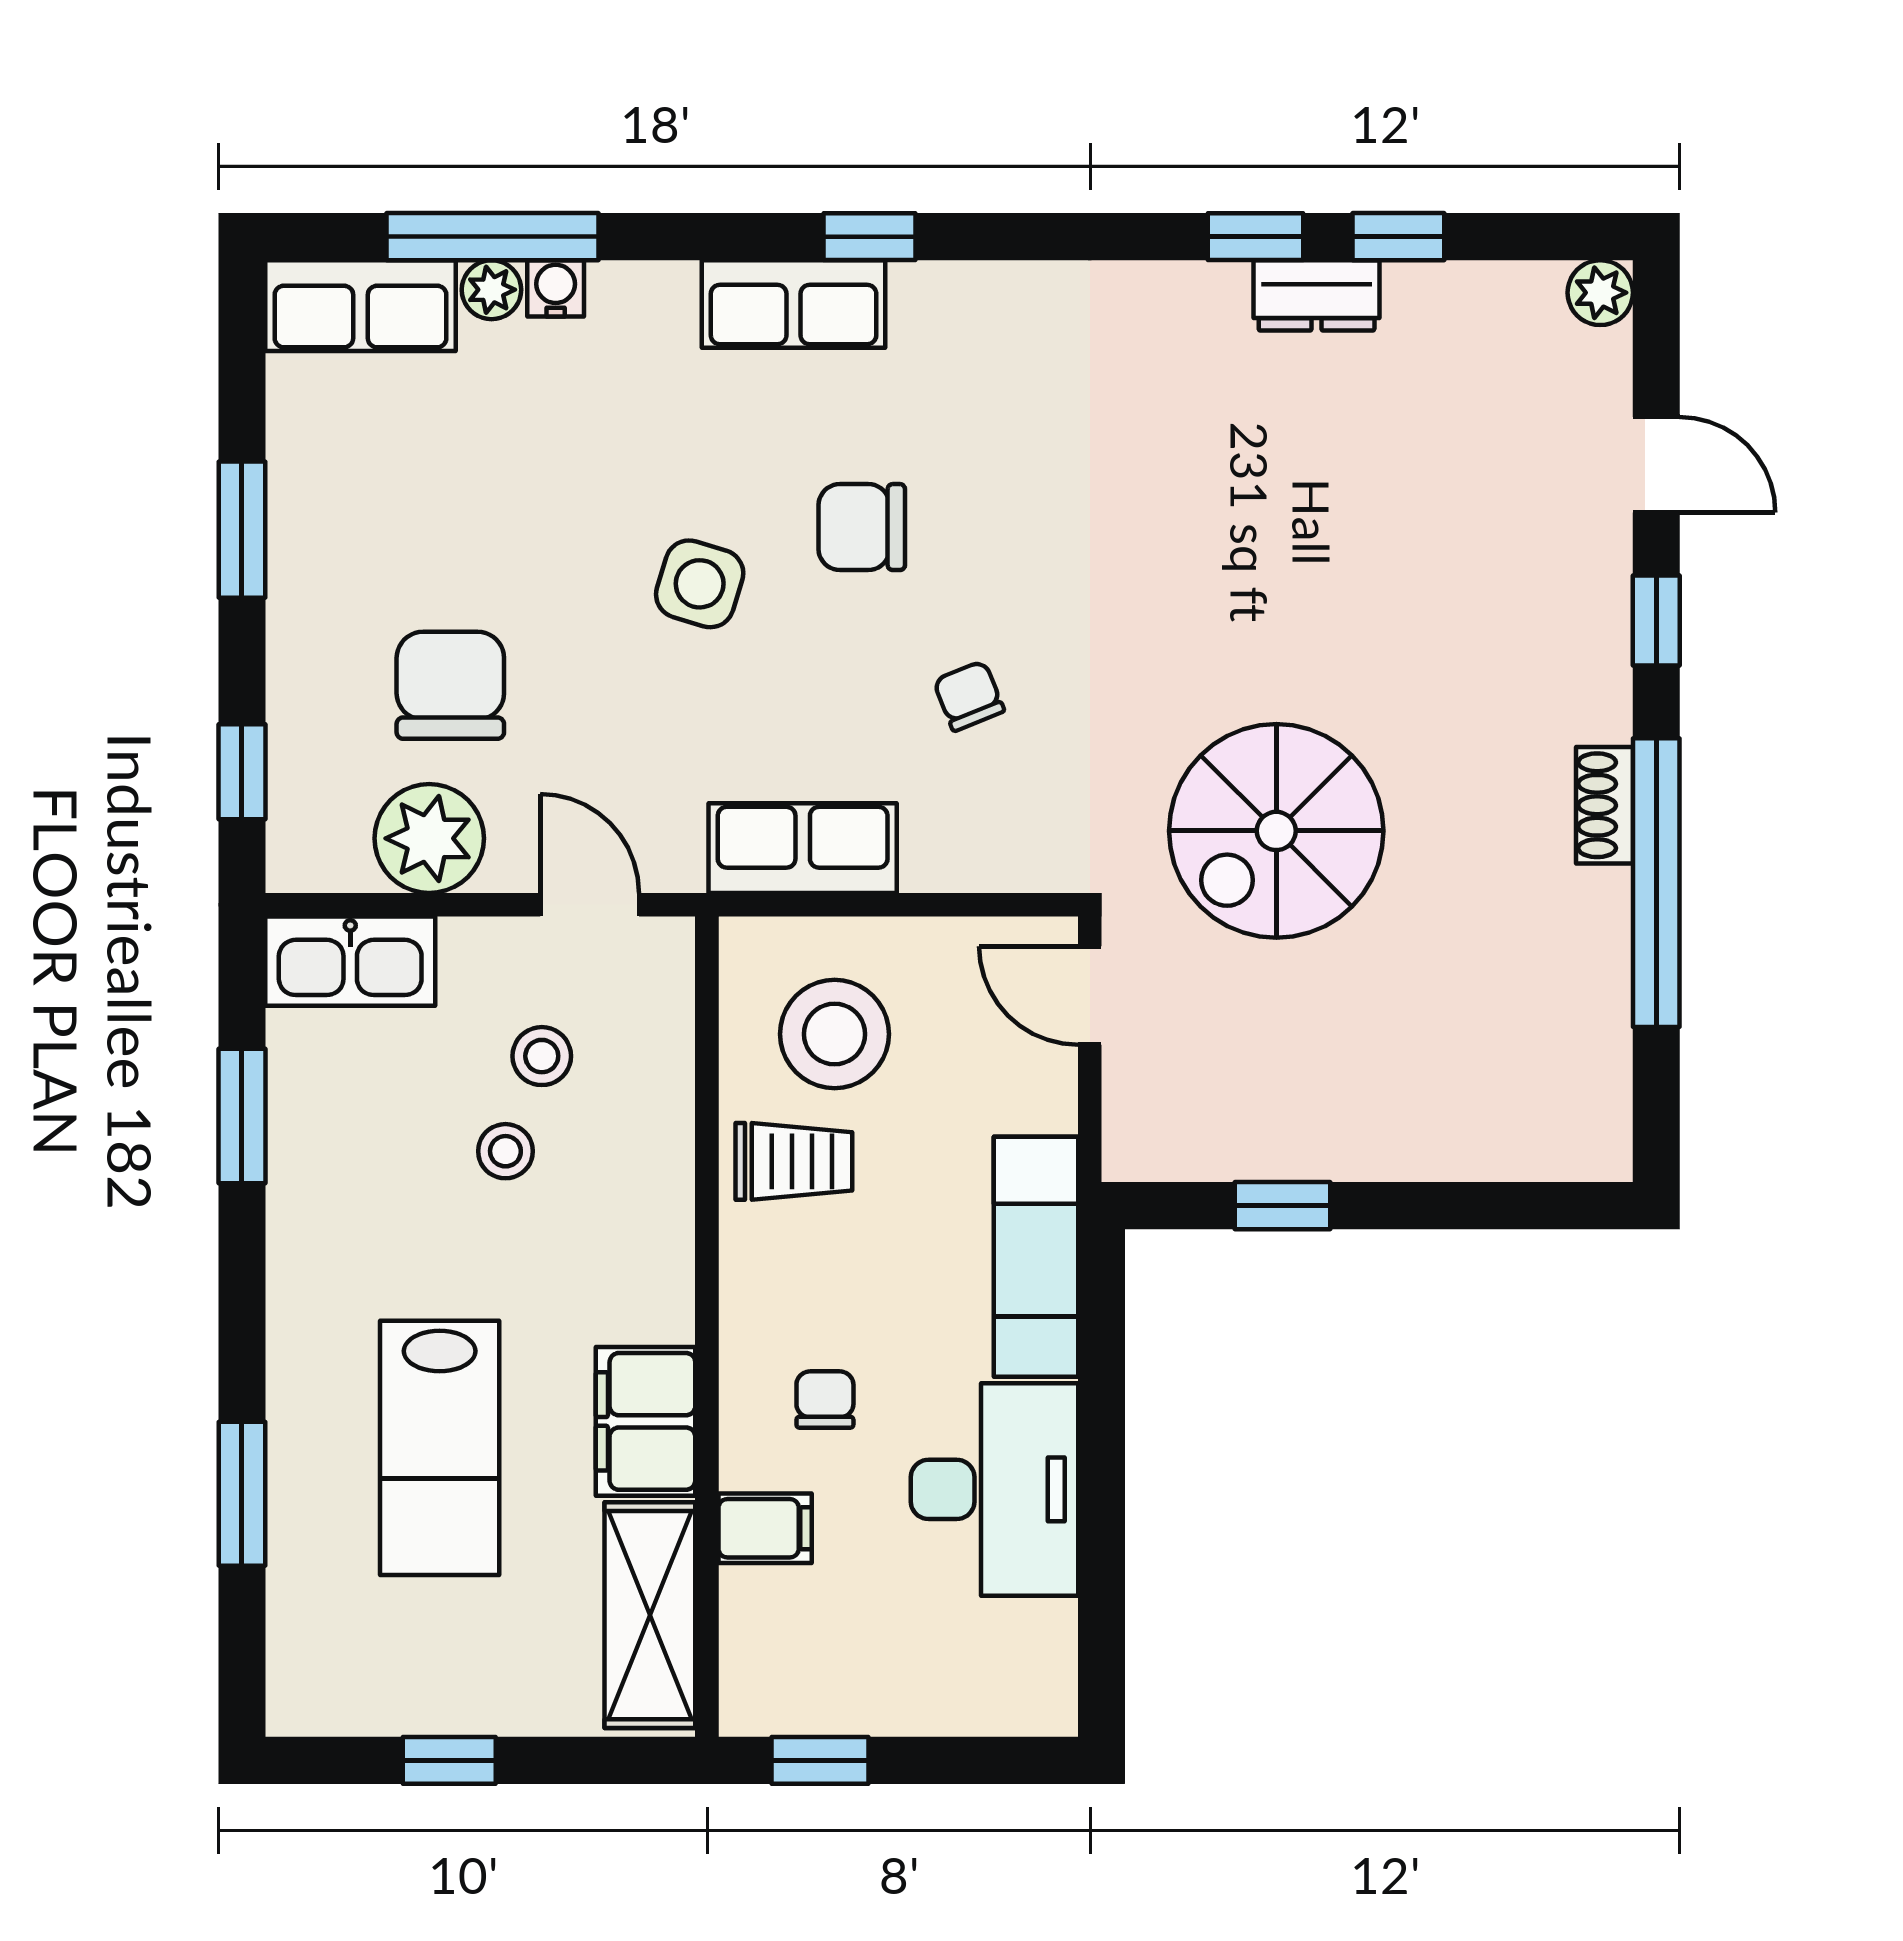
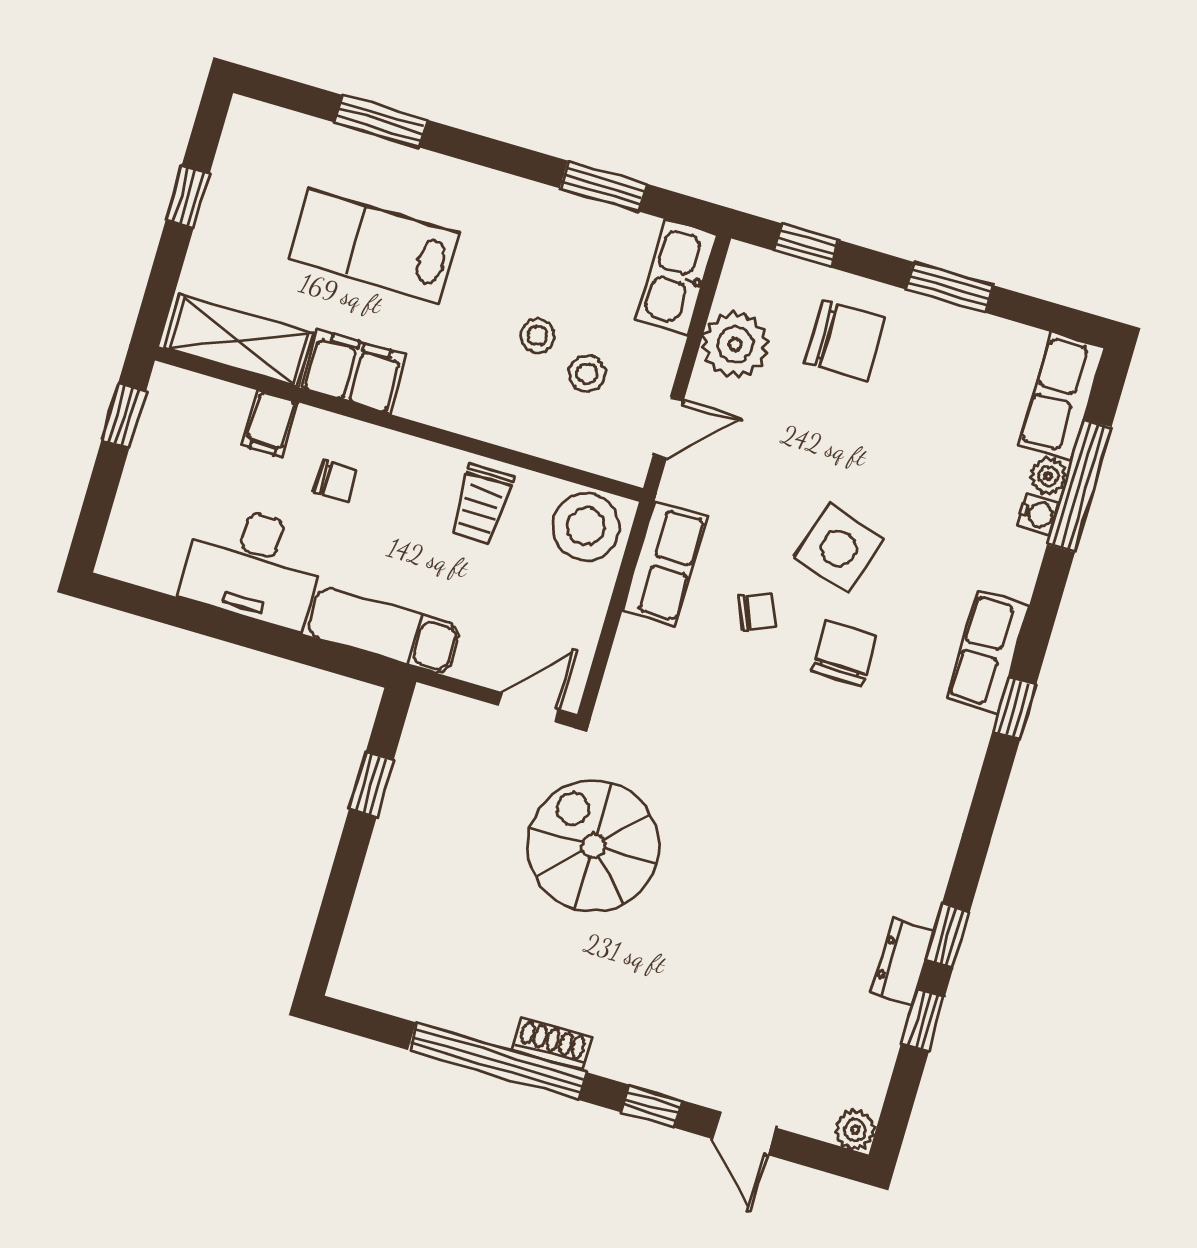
door: (1656, 465) -> (744, 1133), hinge flipped
side table: (700, 584) -> (839, 548), width x1.37, depth x1.37
chair: (450, 685) -> (845, 340), moved
chair: (969, 696) -> (757, 612), moved
stool: (835, 1034) -> (586, 526), moved

